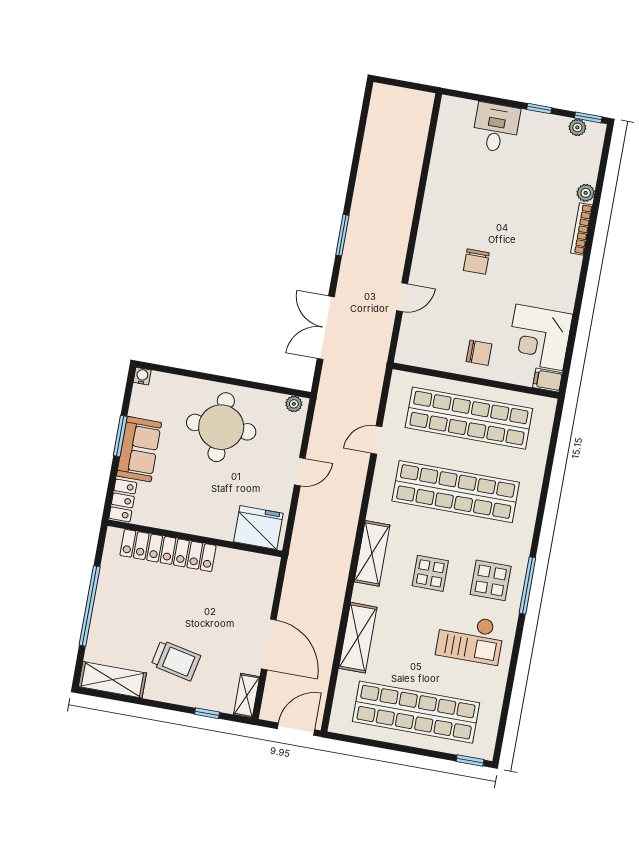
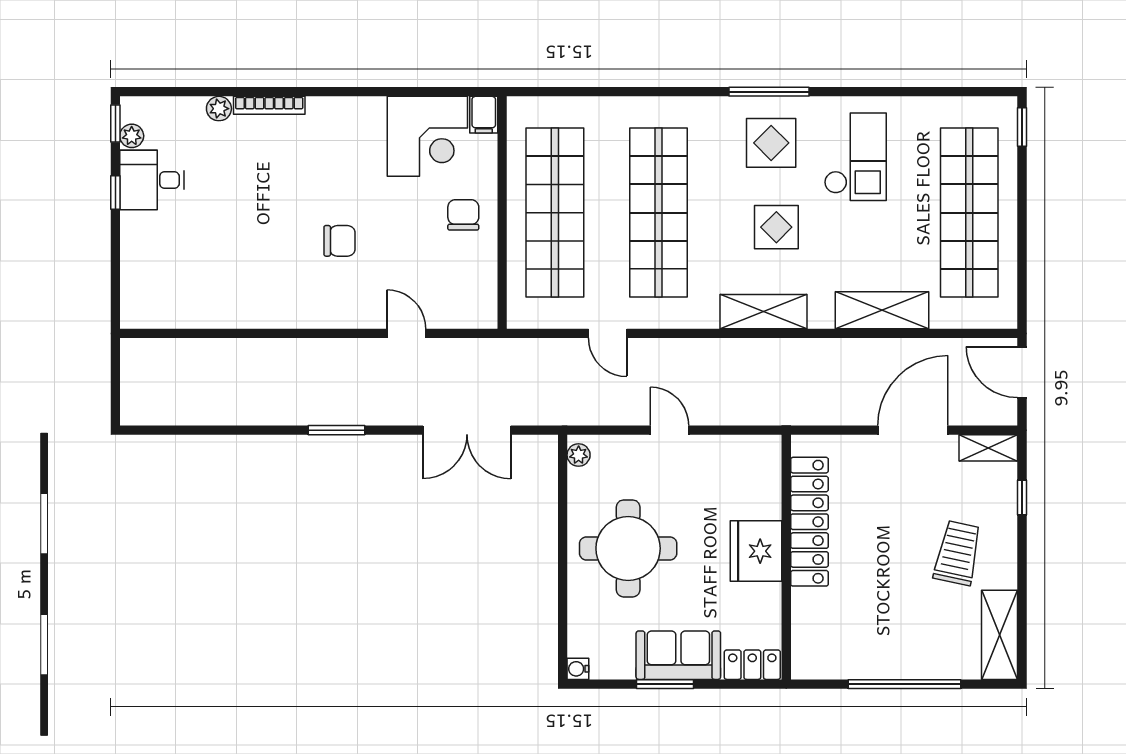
desk: (496, 128) -> (152, 180), moved
fridge: (258, 528) -> (756, 551), moved
locker: (168, 550) -> (809, 522), moved

